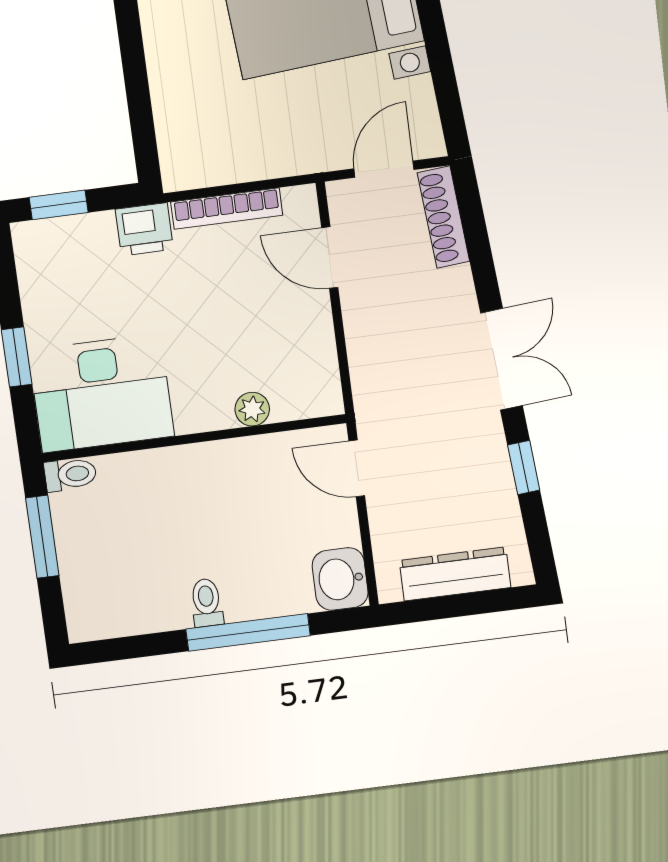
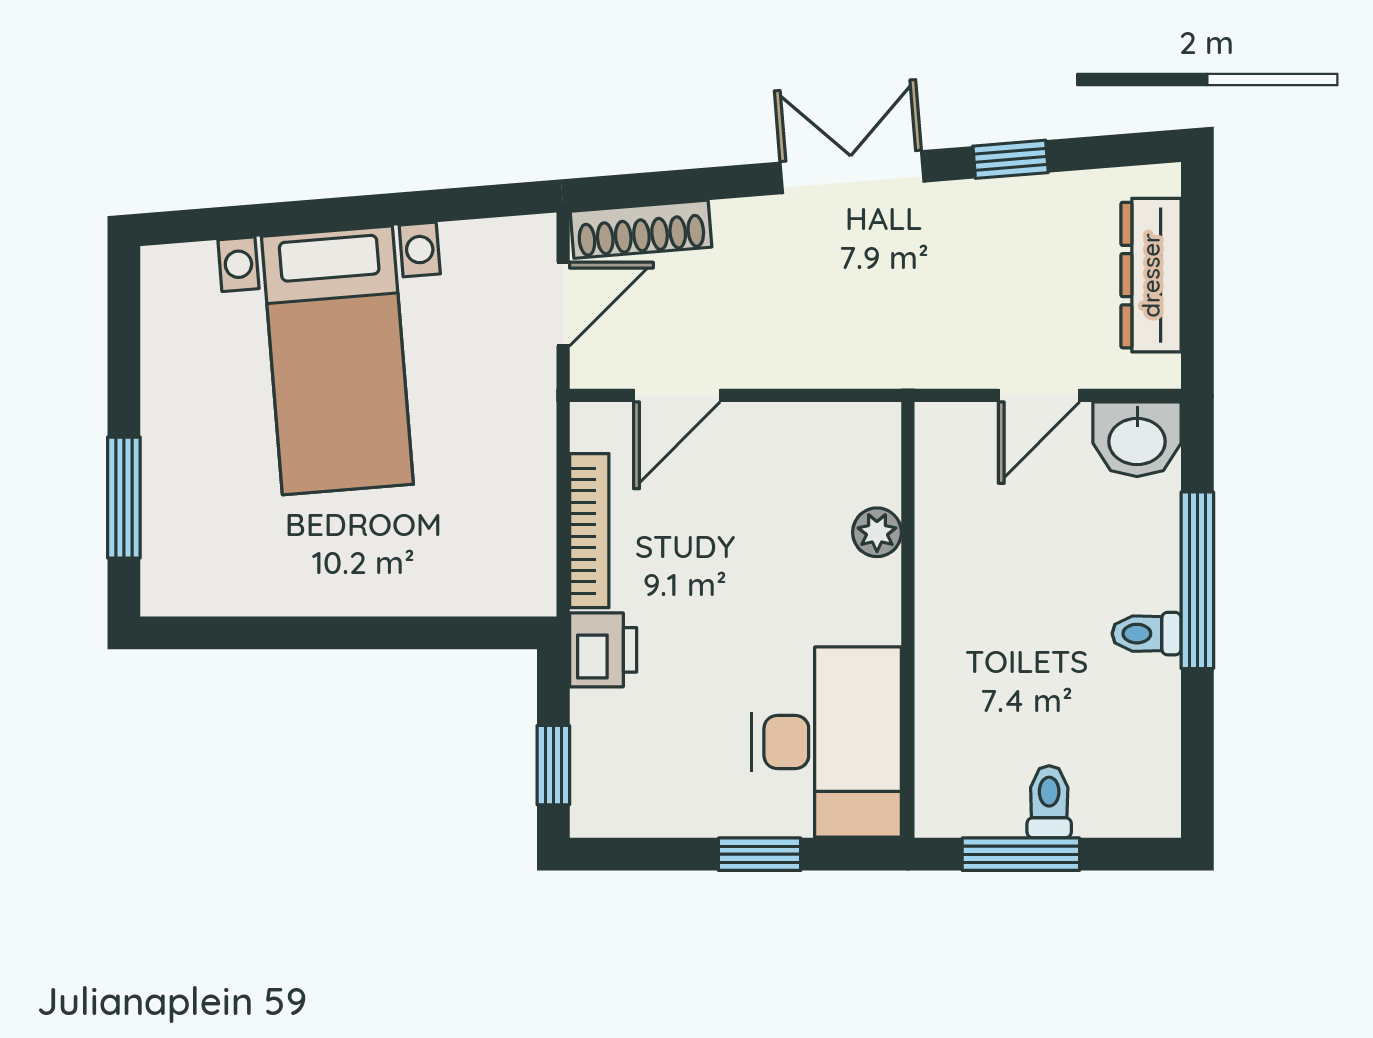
door: (384, 169) -> (563, 304), swing flipped
door: (357, 468) -> (1039, 395), moved
toilet: (70, 474) -> (1049, 802), moved

